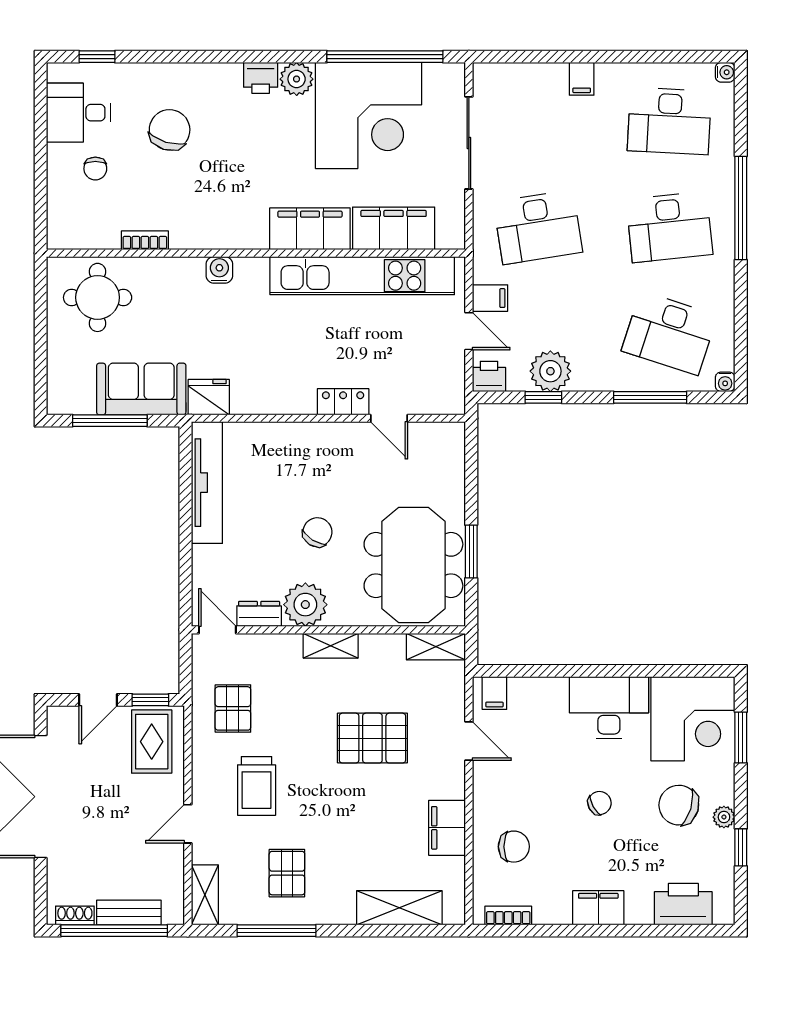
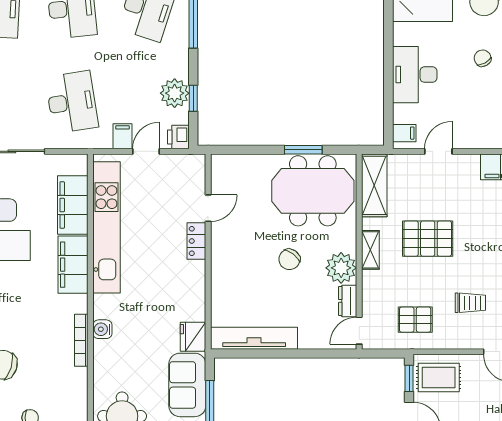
bookcase: (145, 240) -> (81, 340), moved, width x1.56
chair: (317, 532) -> (289, 259), turned -85
shelving: (436, 647) -> (374, 185), width x1.50, depth x1.33
desk: (609, 708) -> (415, 75), moved
pallet: (372, 738) -> (428, 239), moved, turned 90
trolley: (257, 786) -> (470, 303), width x0.73, depth x0.72

